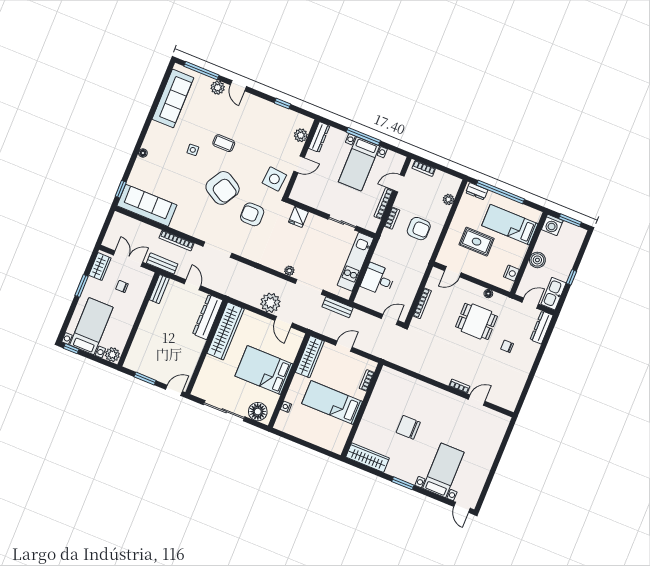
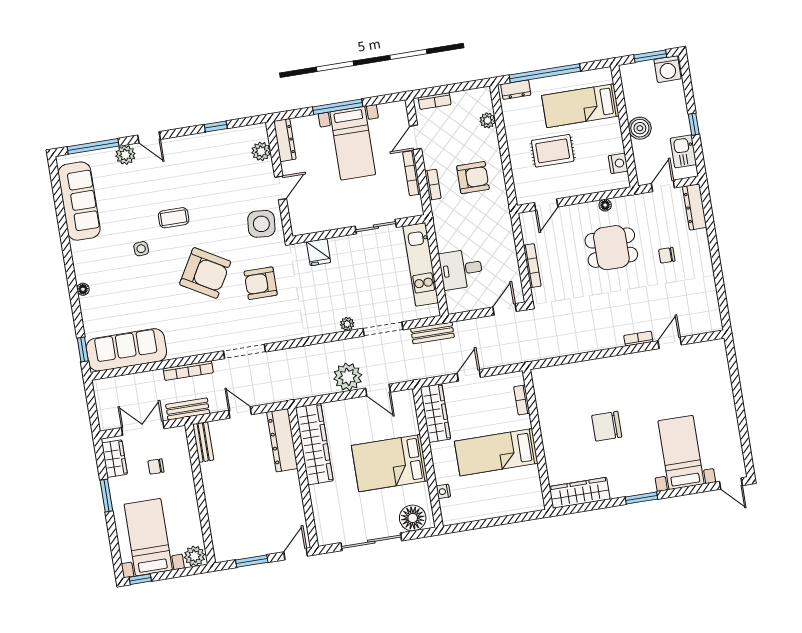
washing machine: (552, 225) -> (668, 69), moved
kitchen sink: (554, 294) -> (683, 151), width x0.73

